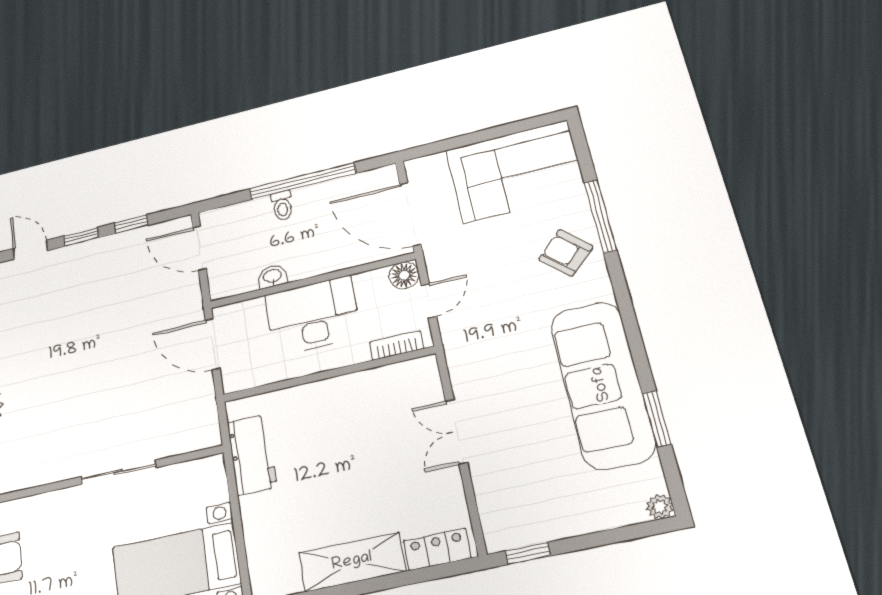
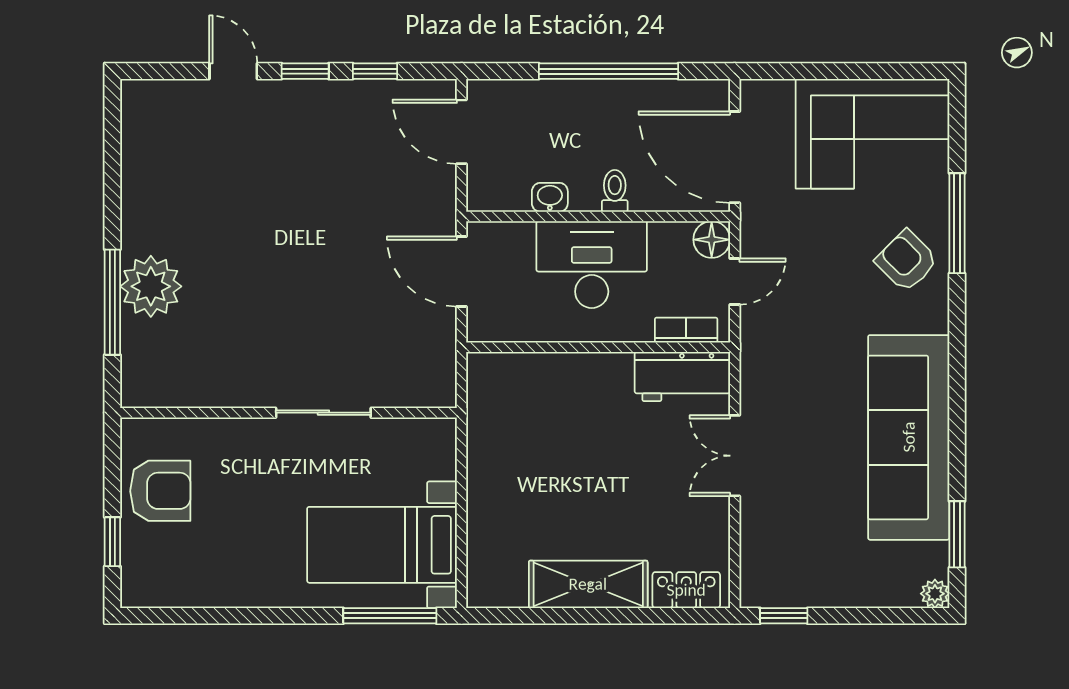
toilet: (282, 206) -> (615, 191), moved, turned 180
window: (657, 419) -> (957, 534), moved
workbench: (252, 455) -> (682, 377), moved, turned 90

